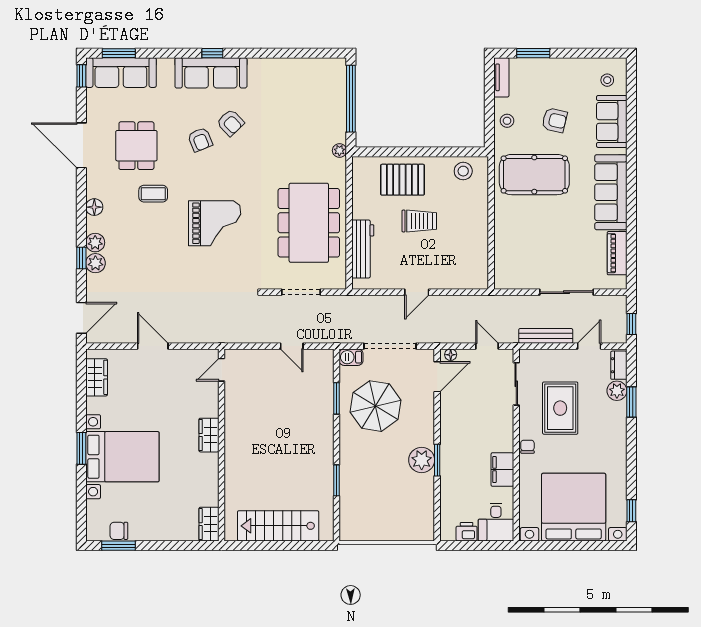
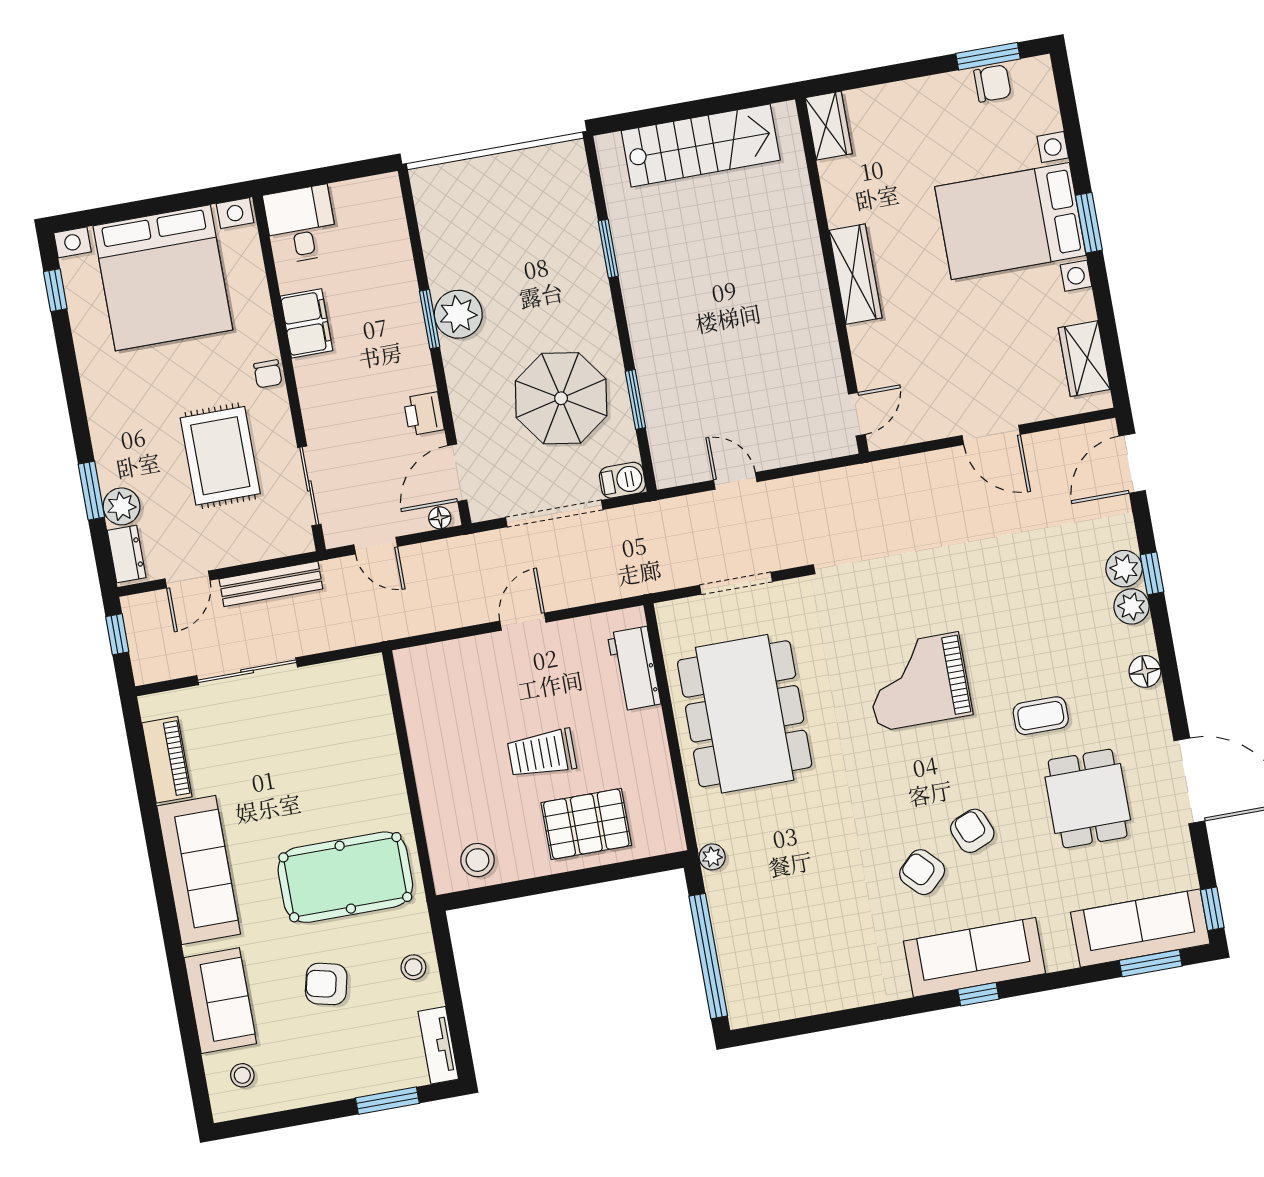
workbench: (363, 249) -> (634, 669), width x0.73
wardrobe: (209, 435) -> (855, 274), width x1.50
printer: (467, 532) -> (424, 414), moved, turned 90

